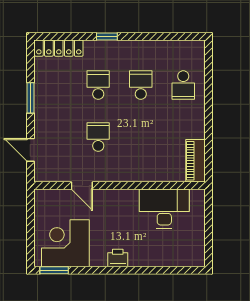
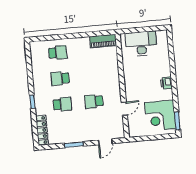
school desk: (98, 85) -> (62, 104), turned 180
desk: (164, 209) -> (141, 44), moved, turned 90

